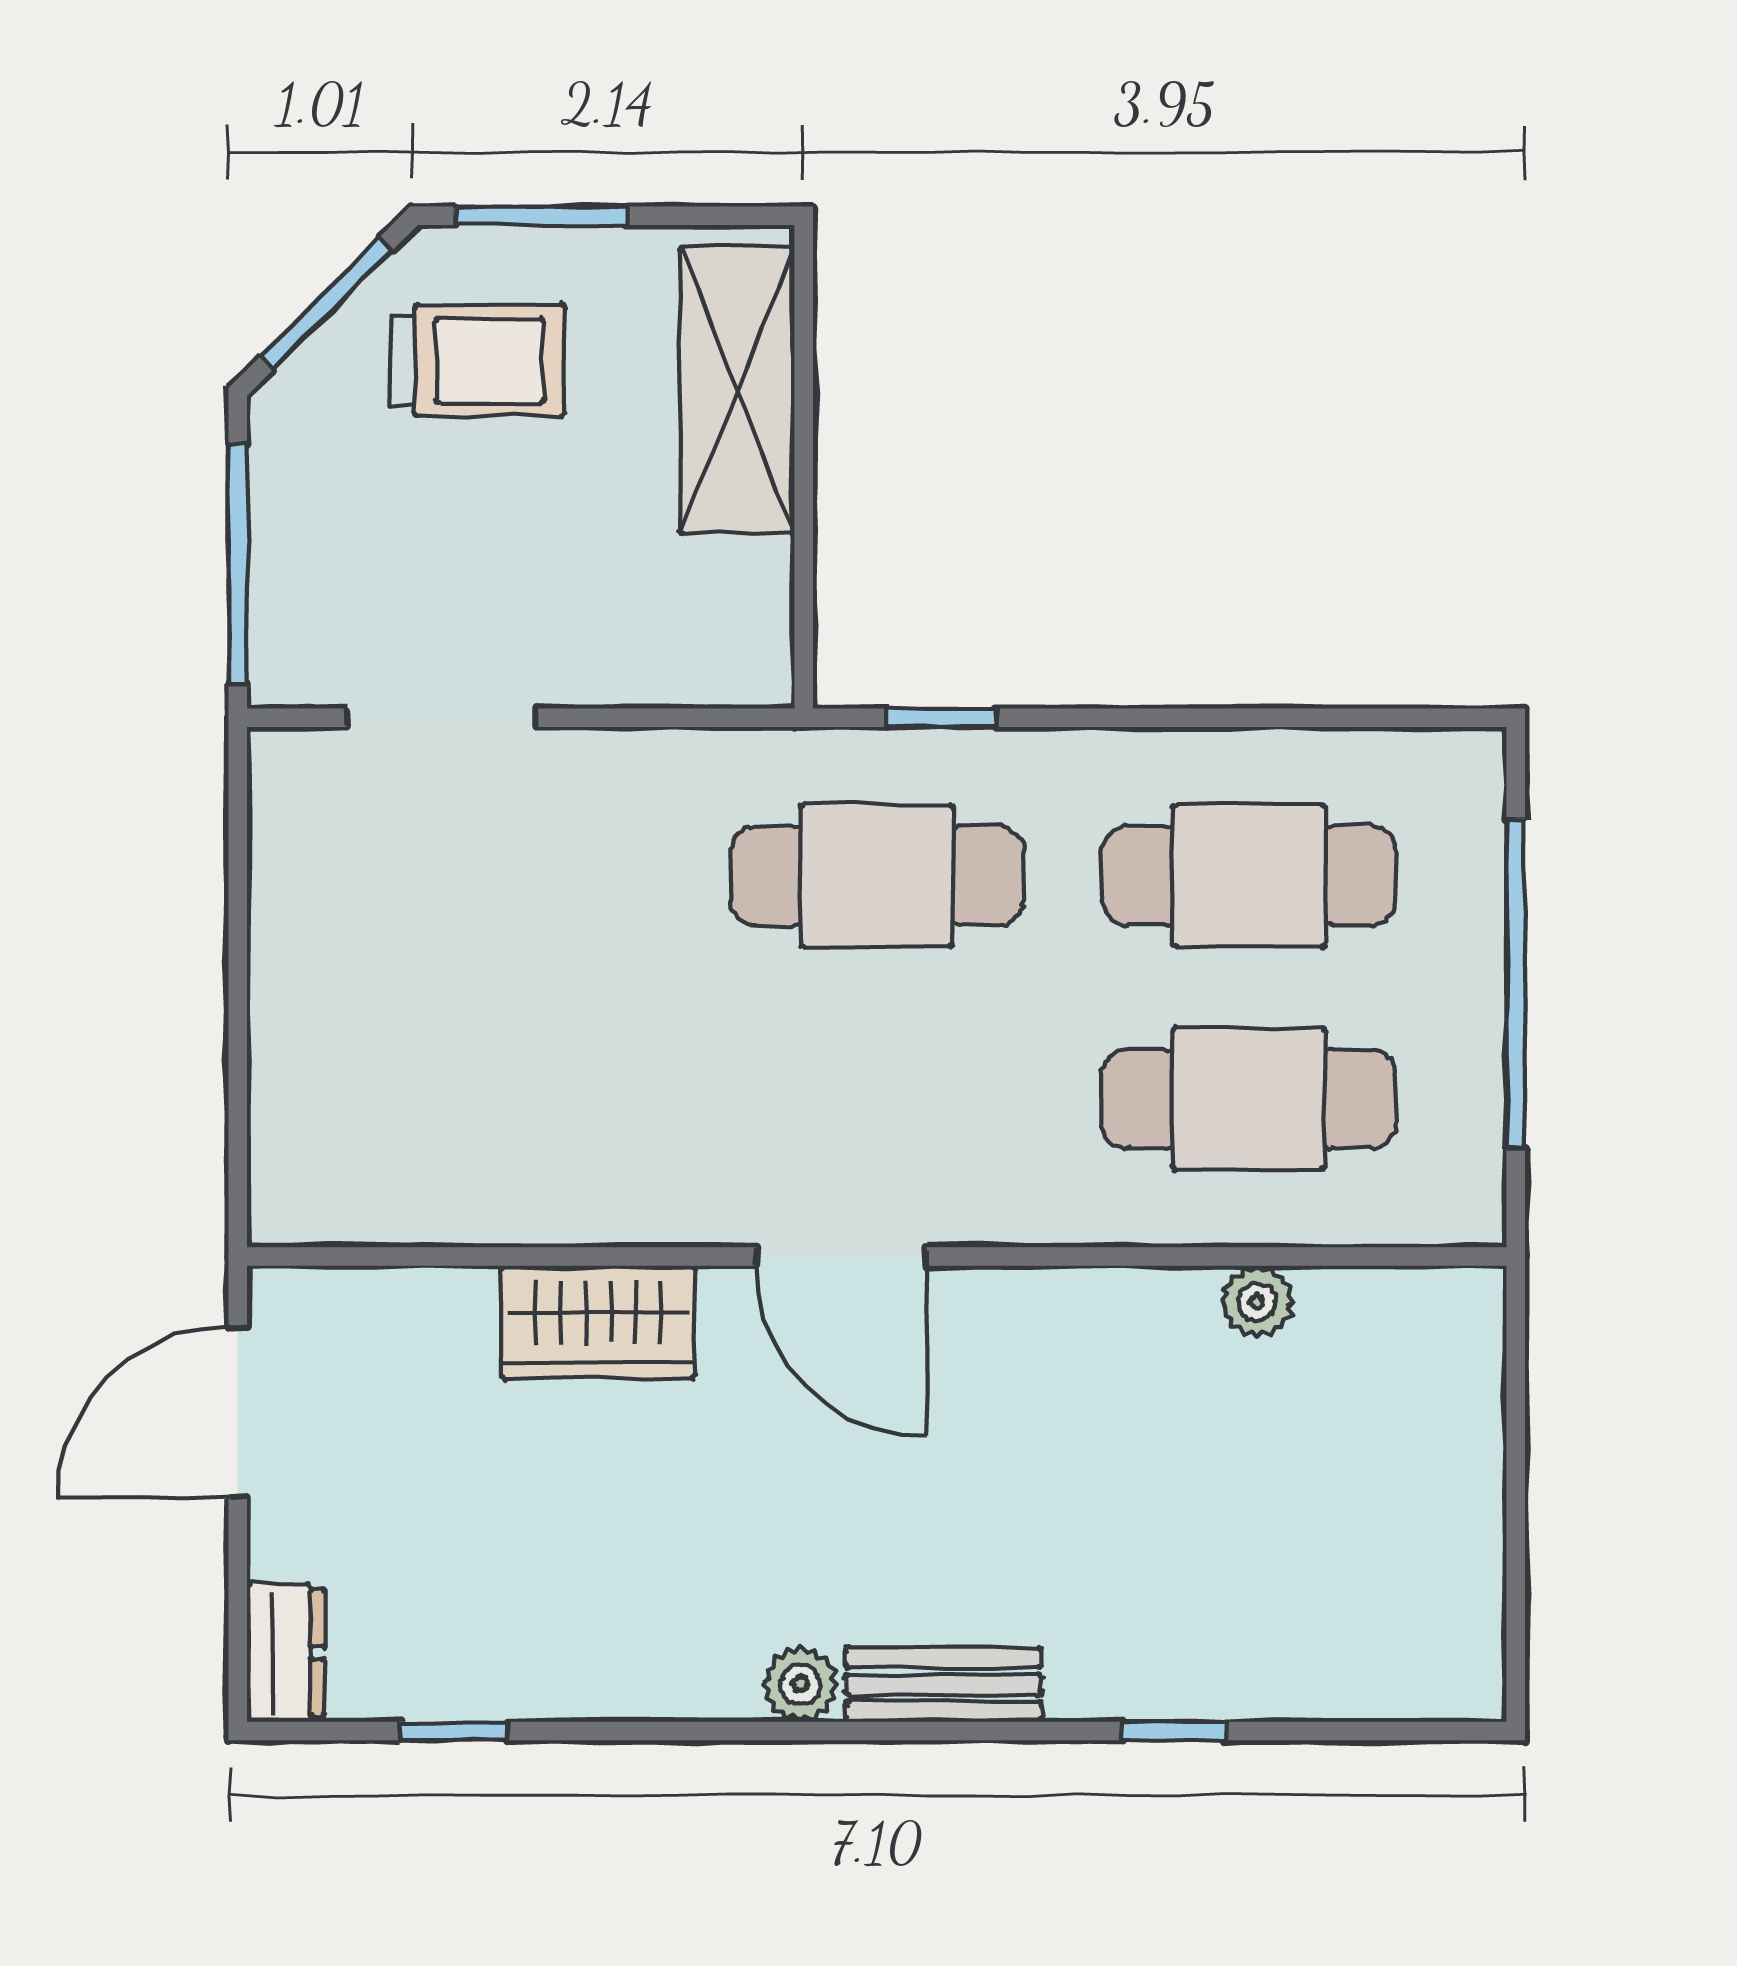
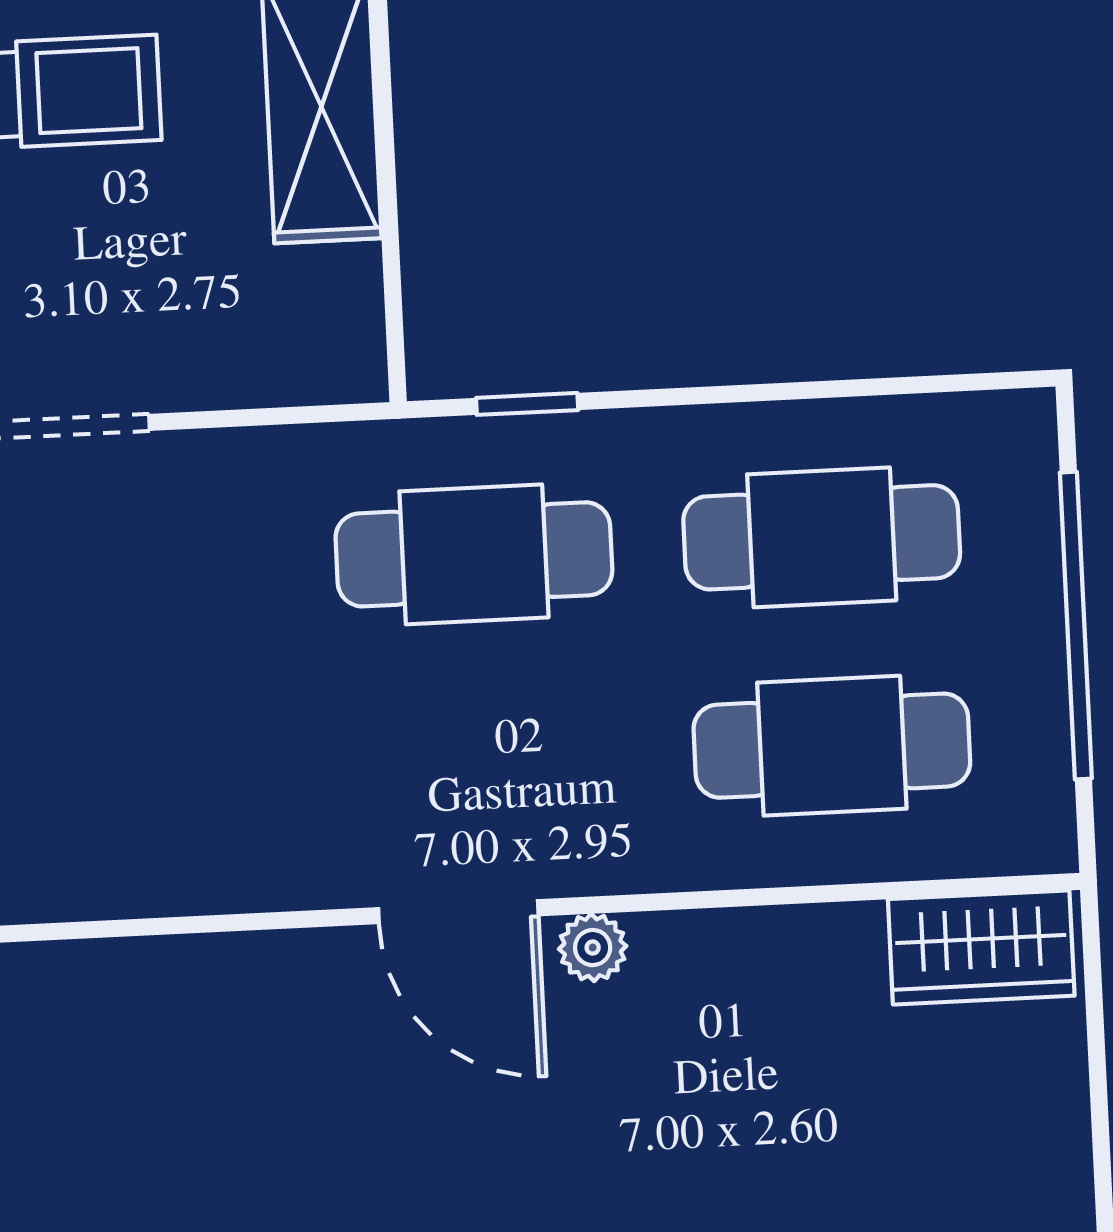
plant: (1257, 1302) -> (593, 948), moved
wardrobe: (598, 1322) -> (981, 947), moved

